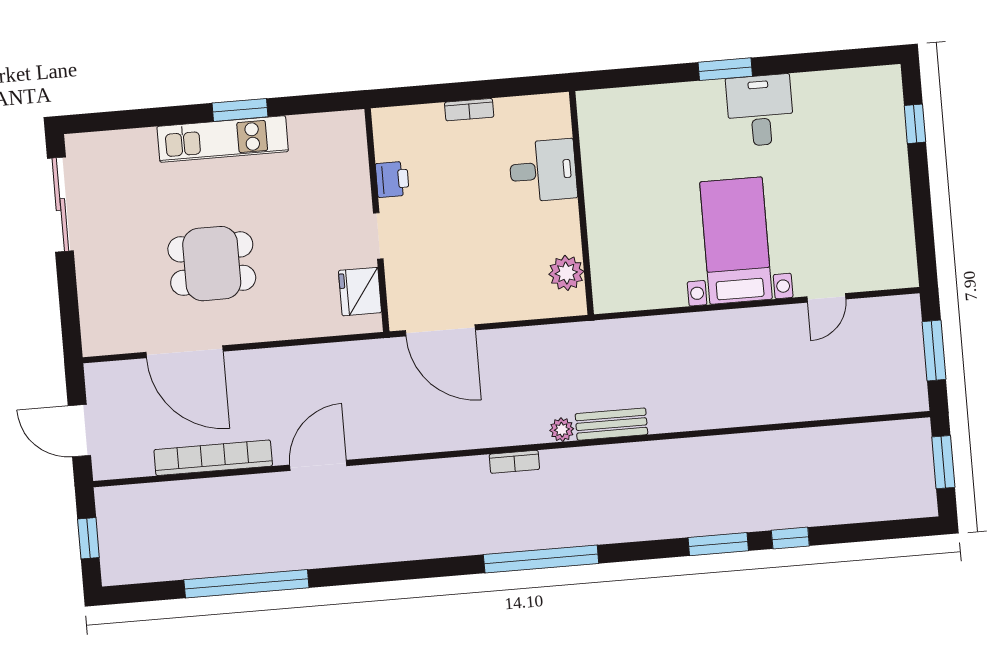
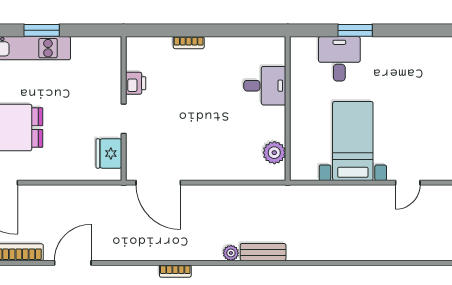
desk: (760, 110) -> (339, 59), moved
desk: (543, 171) -> (265, 86), moved
wall: (581, 203) -> (288, 109), moved
plant: (566, 273) -> (274, 153), moved
bookcase: (514, 462) -> (175, 271), moved

